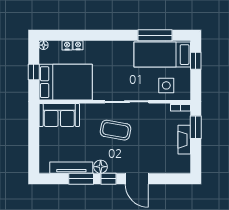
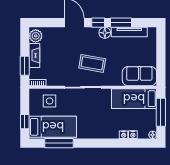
window: (34, 72) -> (161, 112), width x2.17
bed: (66, 82) -> (134, 99), width x0.67
plant: (183, 163) -> (36, 36), added

